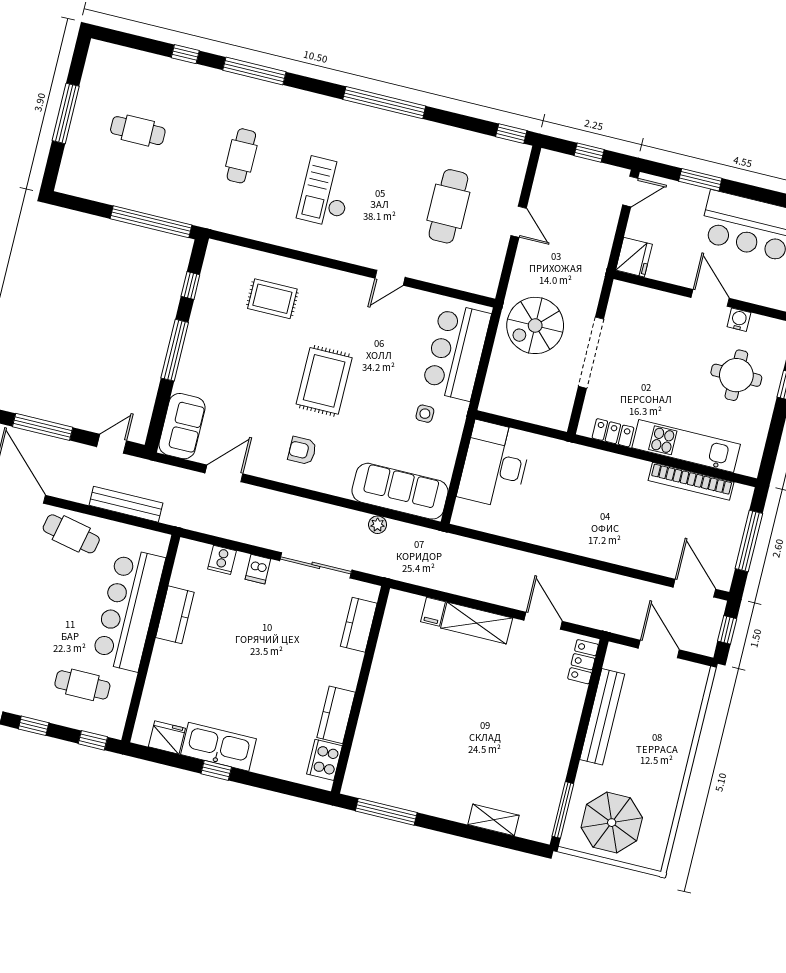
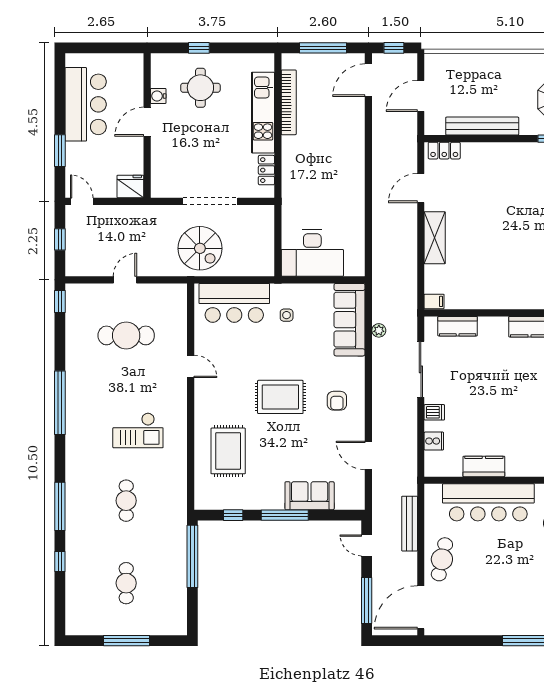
cafe table: (241, 156) -> (126, 501), turned 90
rug: (272, 299) -> (228, 451), width x1.36, depth x1.43
sofa: (182, 426) -> (310, 496), moved
filing cabinet: (433, 612) -> (434, 301), moved

